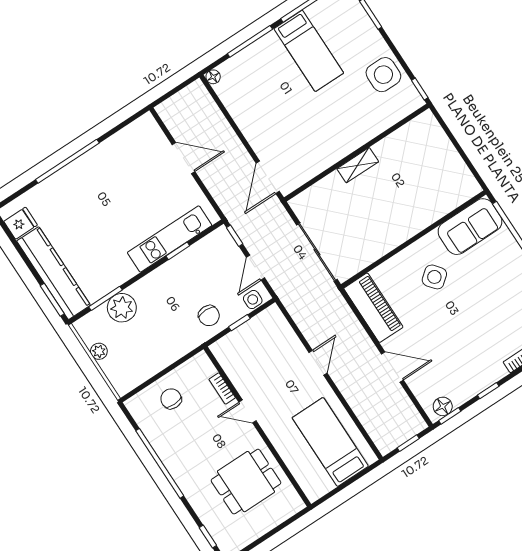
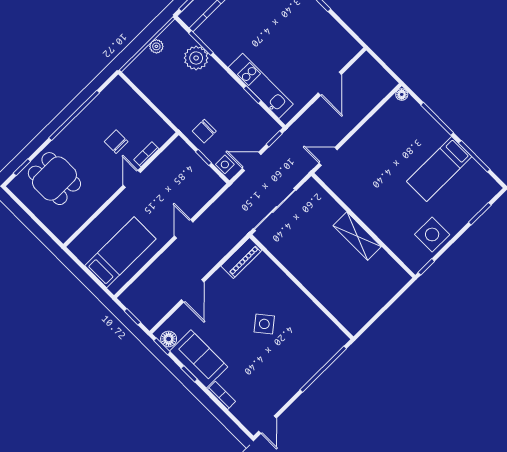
shelving: (358, 165) -> (357, 236), width x1.50, depth x1.33
door: (268, 177) -> (328, 156), width x0.73
sofa: (470, 227) -> (199, 359), moved, turned 180
side table: (434, 277) -> (264, 324), moved
piano: (373, 308) -> (241, 258), width x0.73, depth x0.75
door: (318, 363) -> (184, 229), swing flipped
chair: (171, 399) -> (116, 142), moved, turned -90
dining table: (246, 482) -> (54, 179), moved

